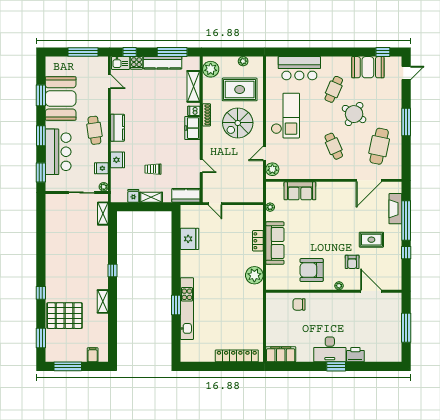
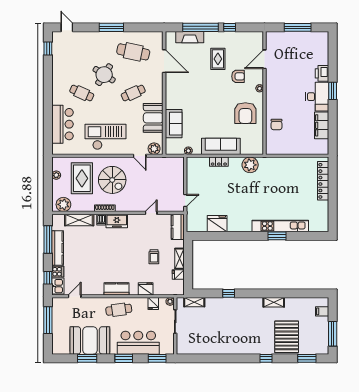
booth: (368, 67) -> (153, 118), moved
window: (112, 270) -> (229, 293), moved
filing cabinet: (281, 354) -> (322, 125), moved

